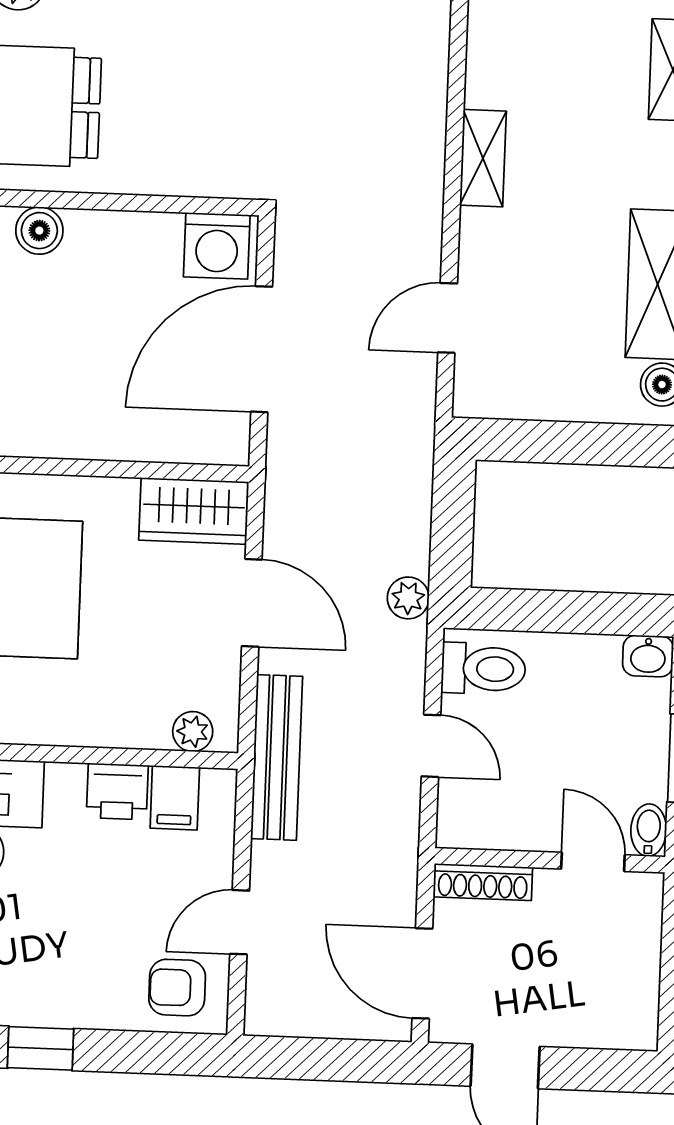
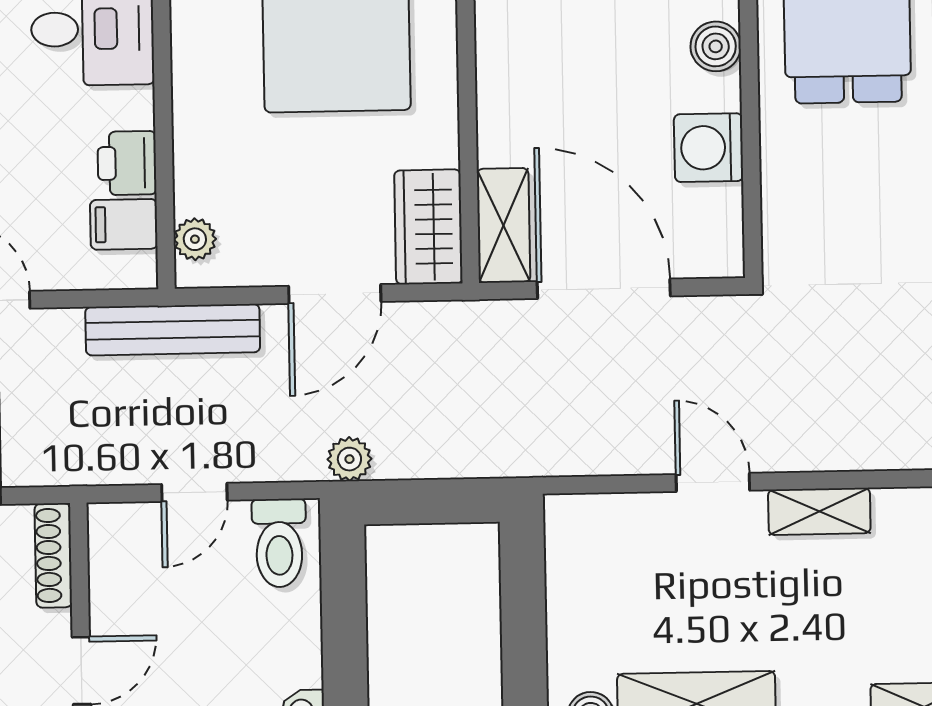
washing machine: (217, 246) -> (709, 148), moved
door: (448, 318) -> (713, 482), moved
shelving: (196, 440) -> (504, 225), added

